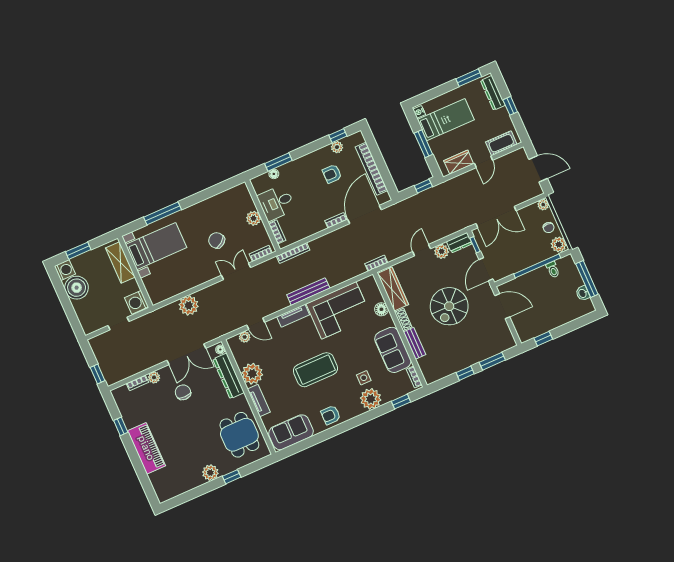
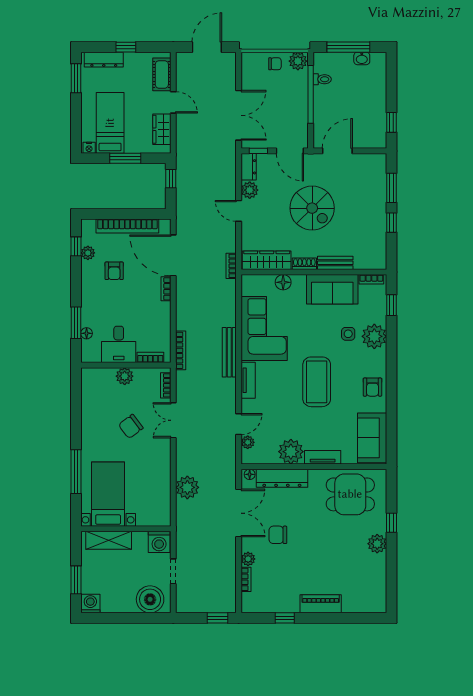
plant: (543, 205) -> (248, 59), removed
boiler: (77, 288) -> (150, 599), moved
piano: (146, 448) -> (321, 604), width x0.73, depth x0.75

